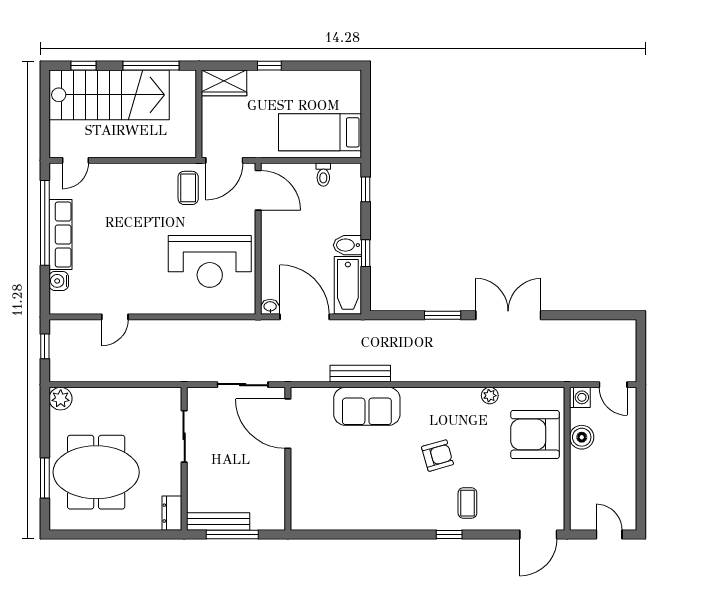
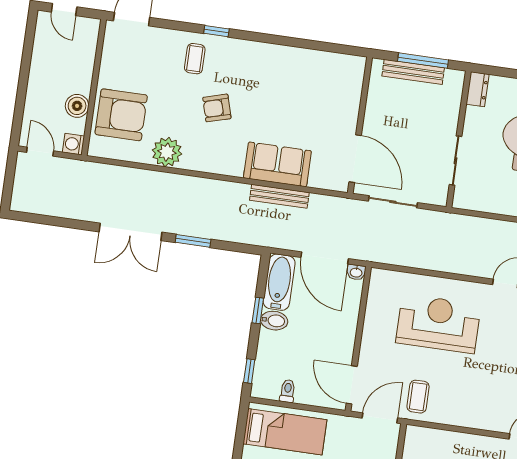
reception desk: (210, 261) -> (438, 324), moved
plant: (490, 396) -> (167, 152), width x1.87, depth x1.87
bench: (218, 521) -> (413, 72), moved

